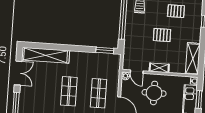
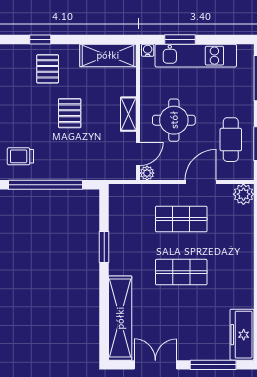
pallet: (176, 11) -> (48, 69), moved
window: (105, 50) -> (104, 247), moved

